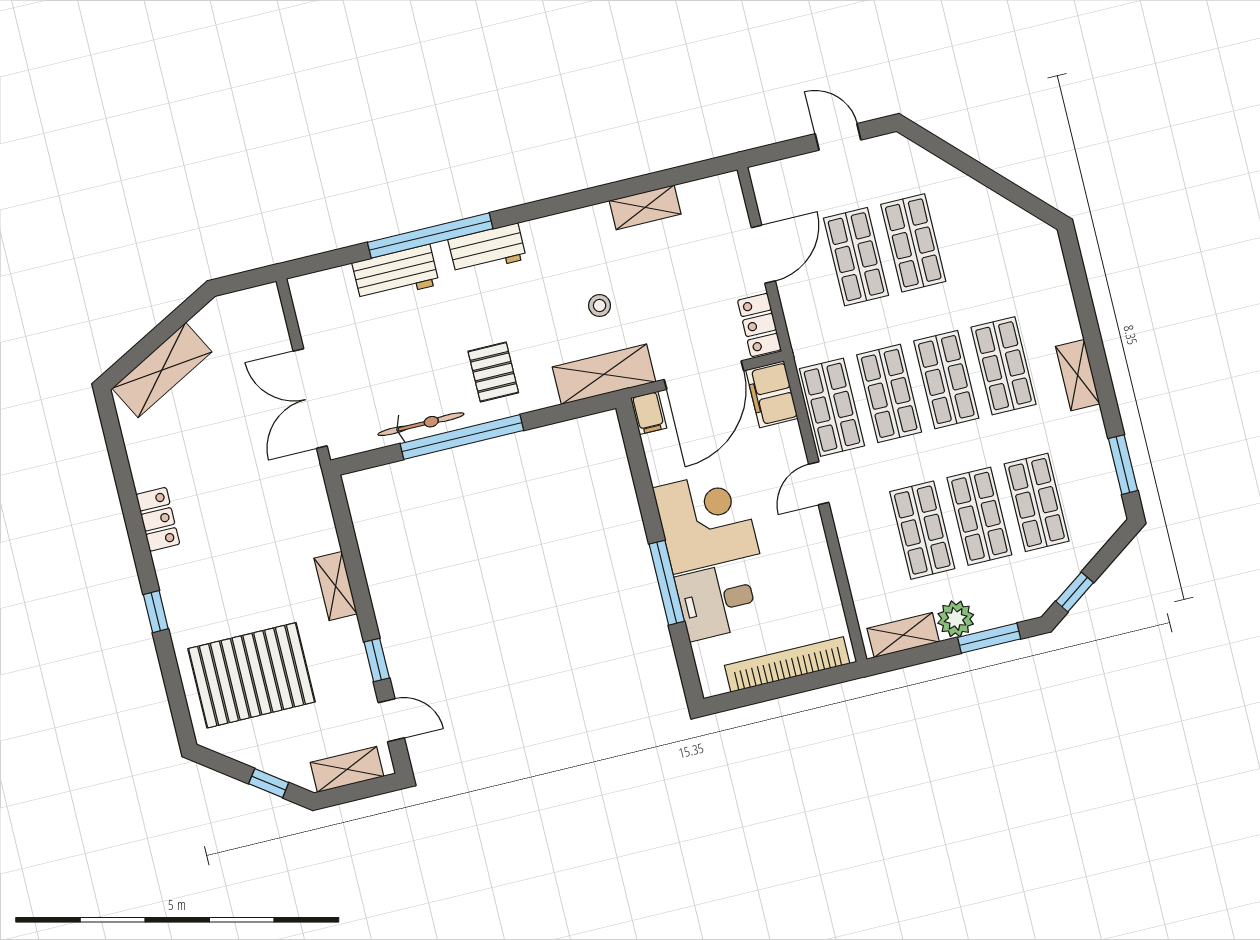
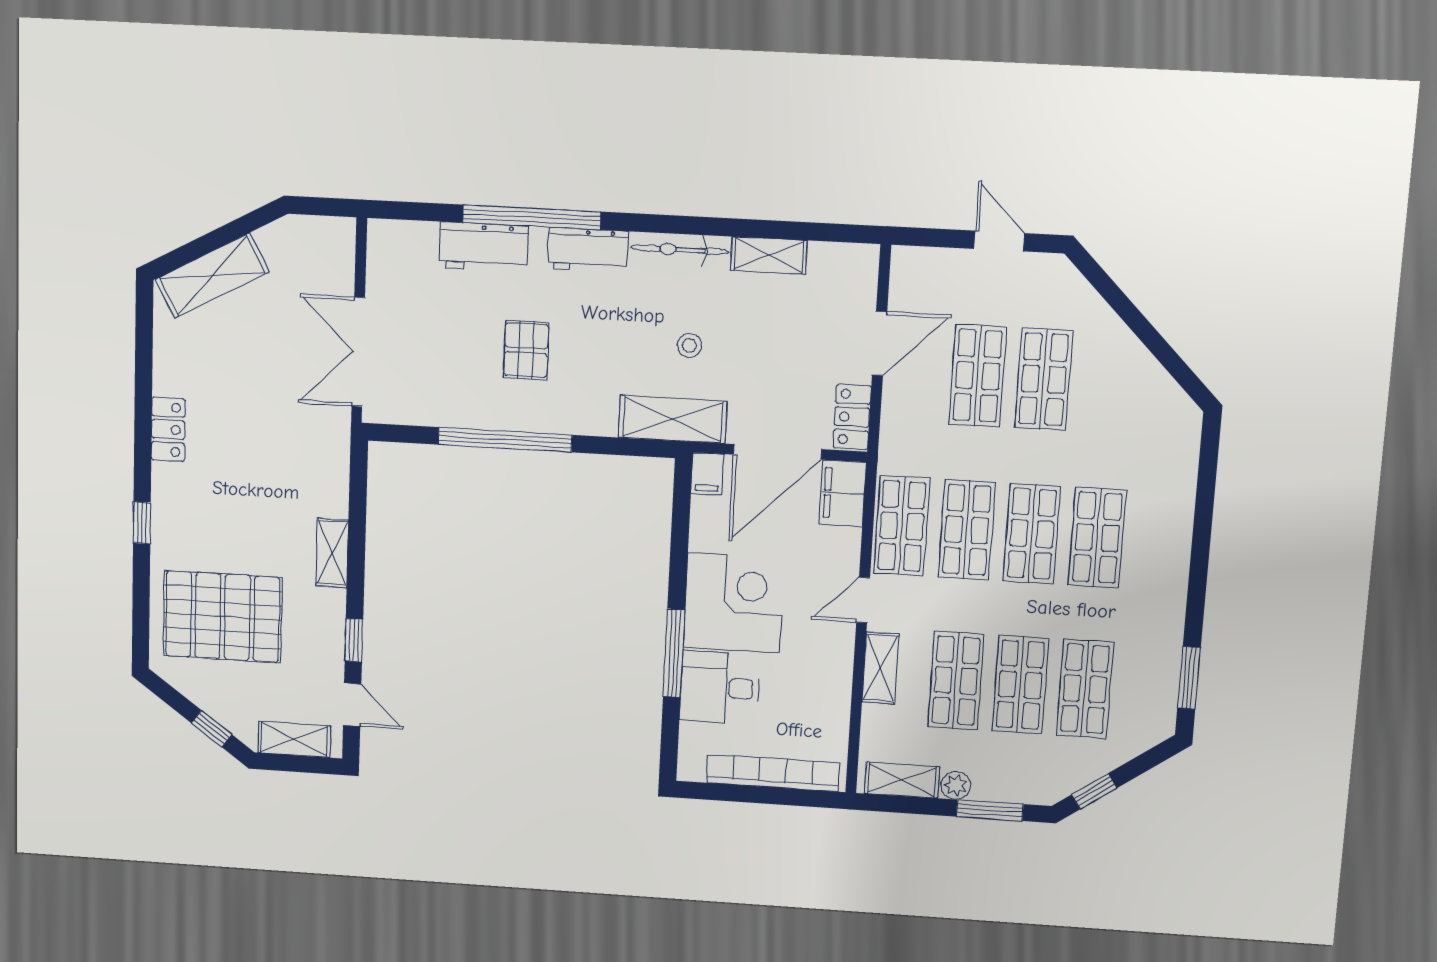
pallet: (493, 372) -> (526, 350), moved
shelving: (1078, 375) -> (880, 668), moved
bicycle: (421, 424) -> (680, 250), moved, turned 180
plant: (956, 619) -> (956, 785), width x0.73, depth x0.73

